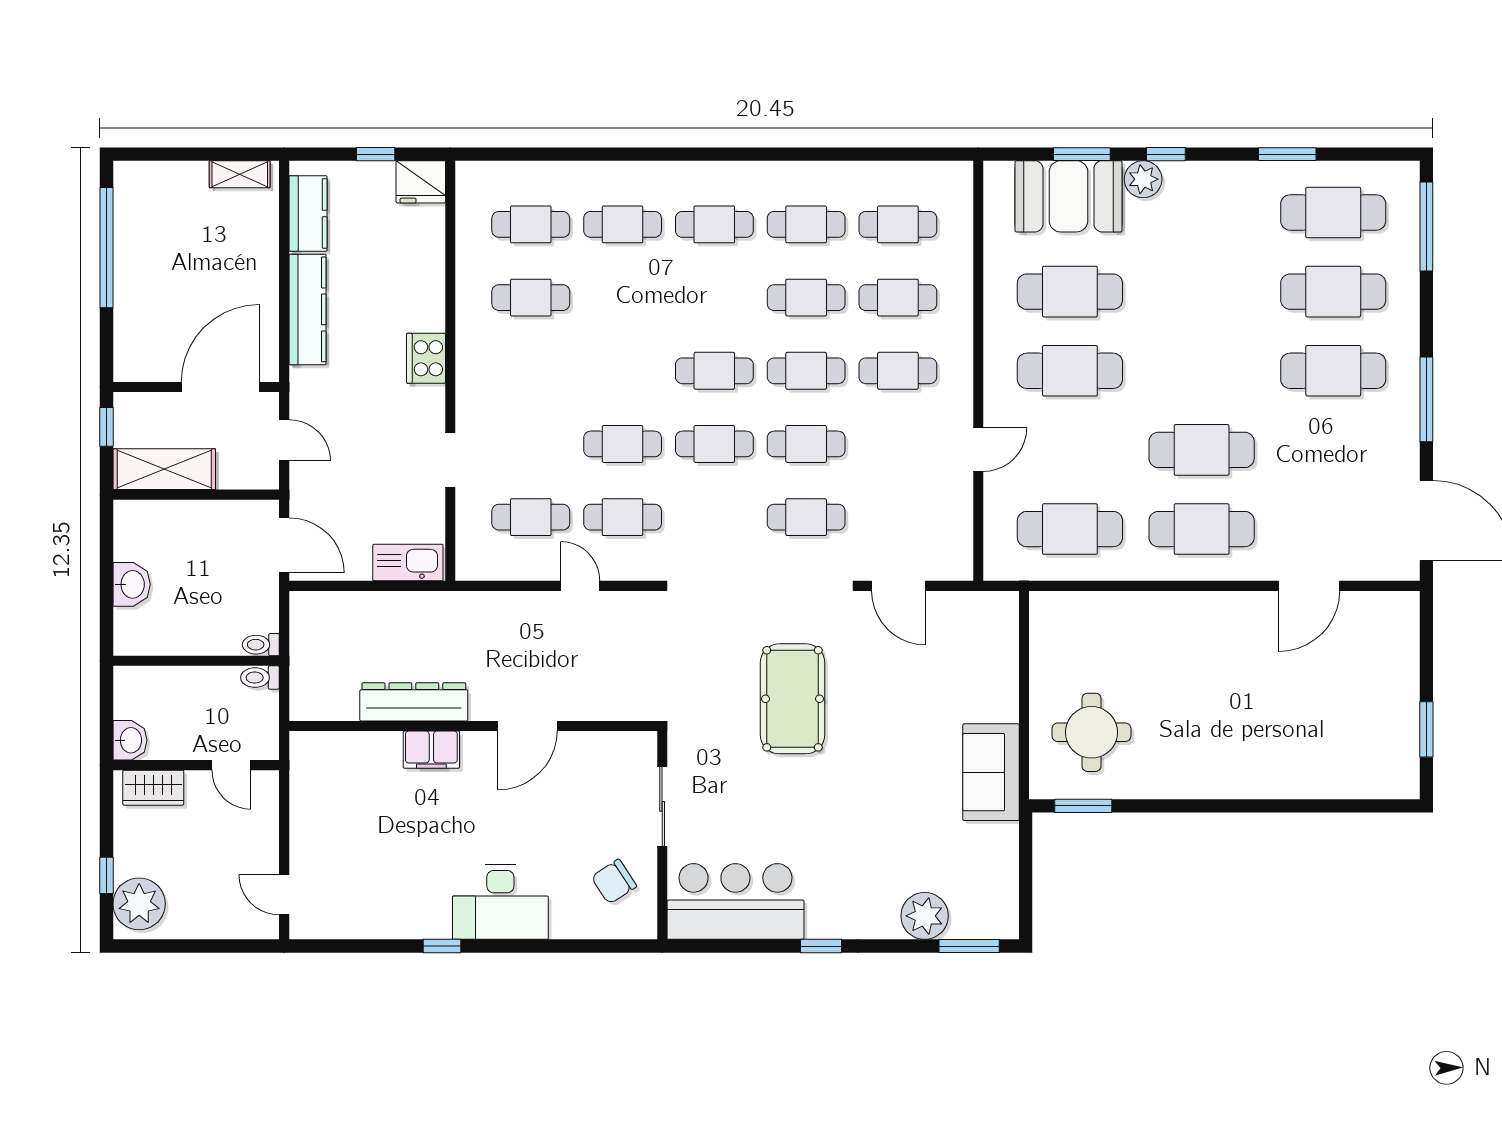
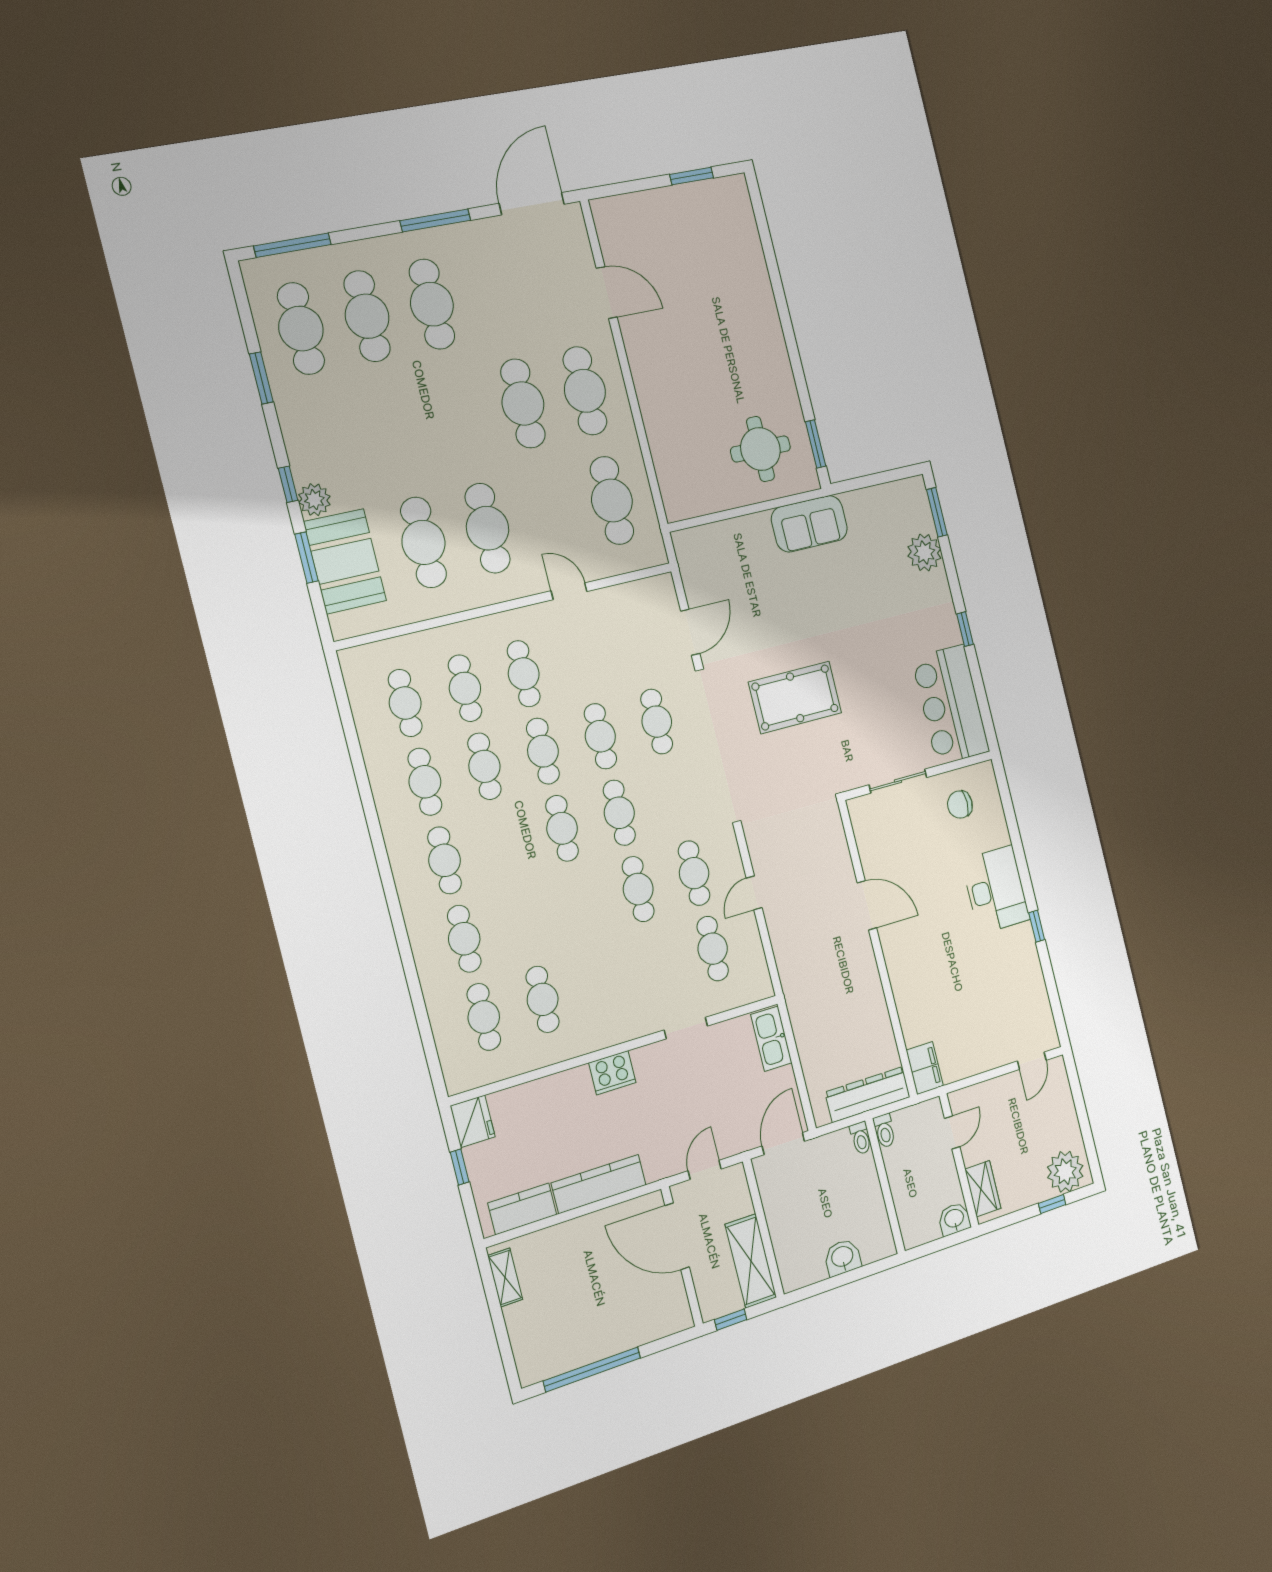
dresser: (414, 702) -> (868, 1095), moved, turned 90
filing cabinet: (431, 750) -> (925, 1068), moved
chair: (614, 882) -> (960, 804), turned 123

